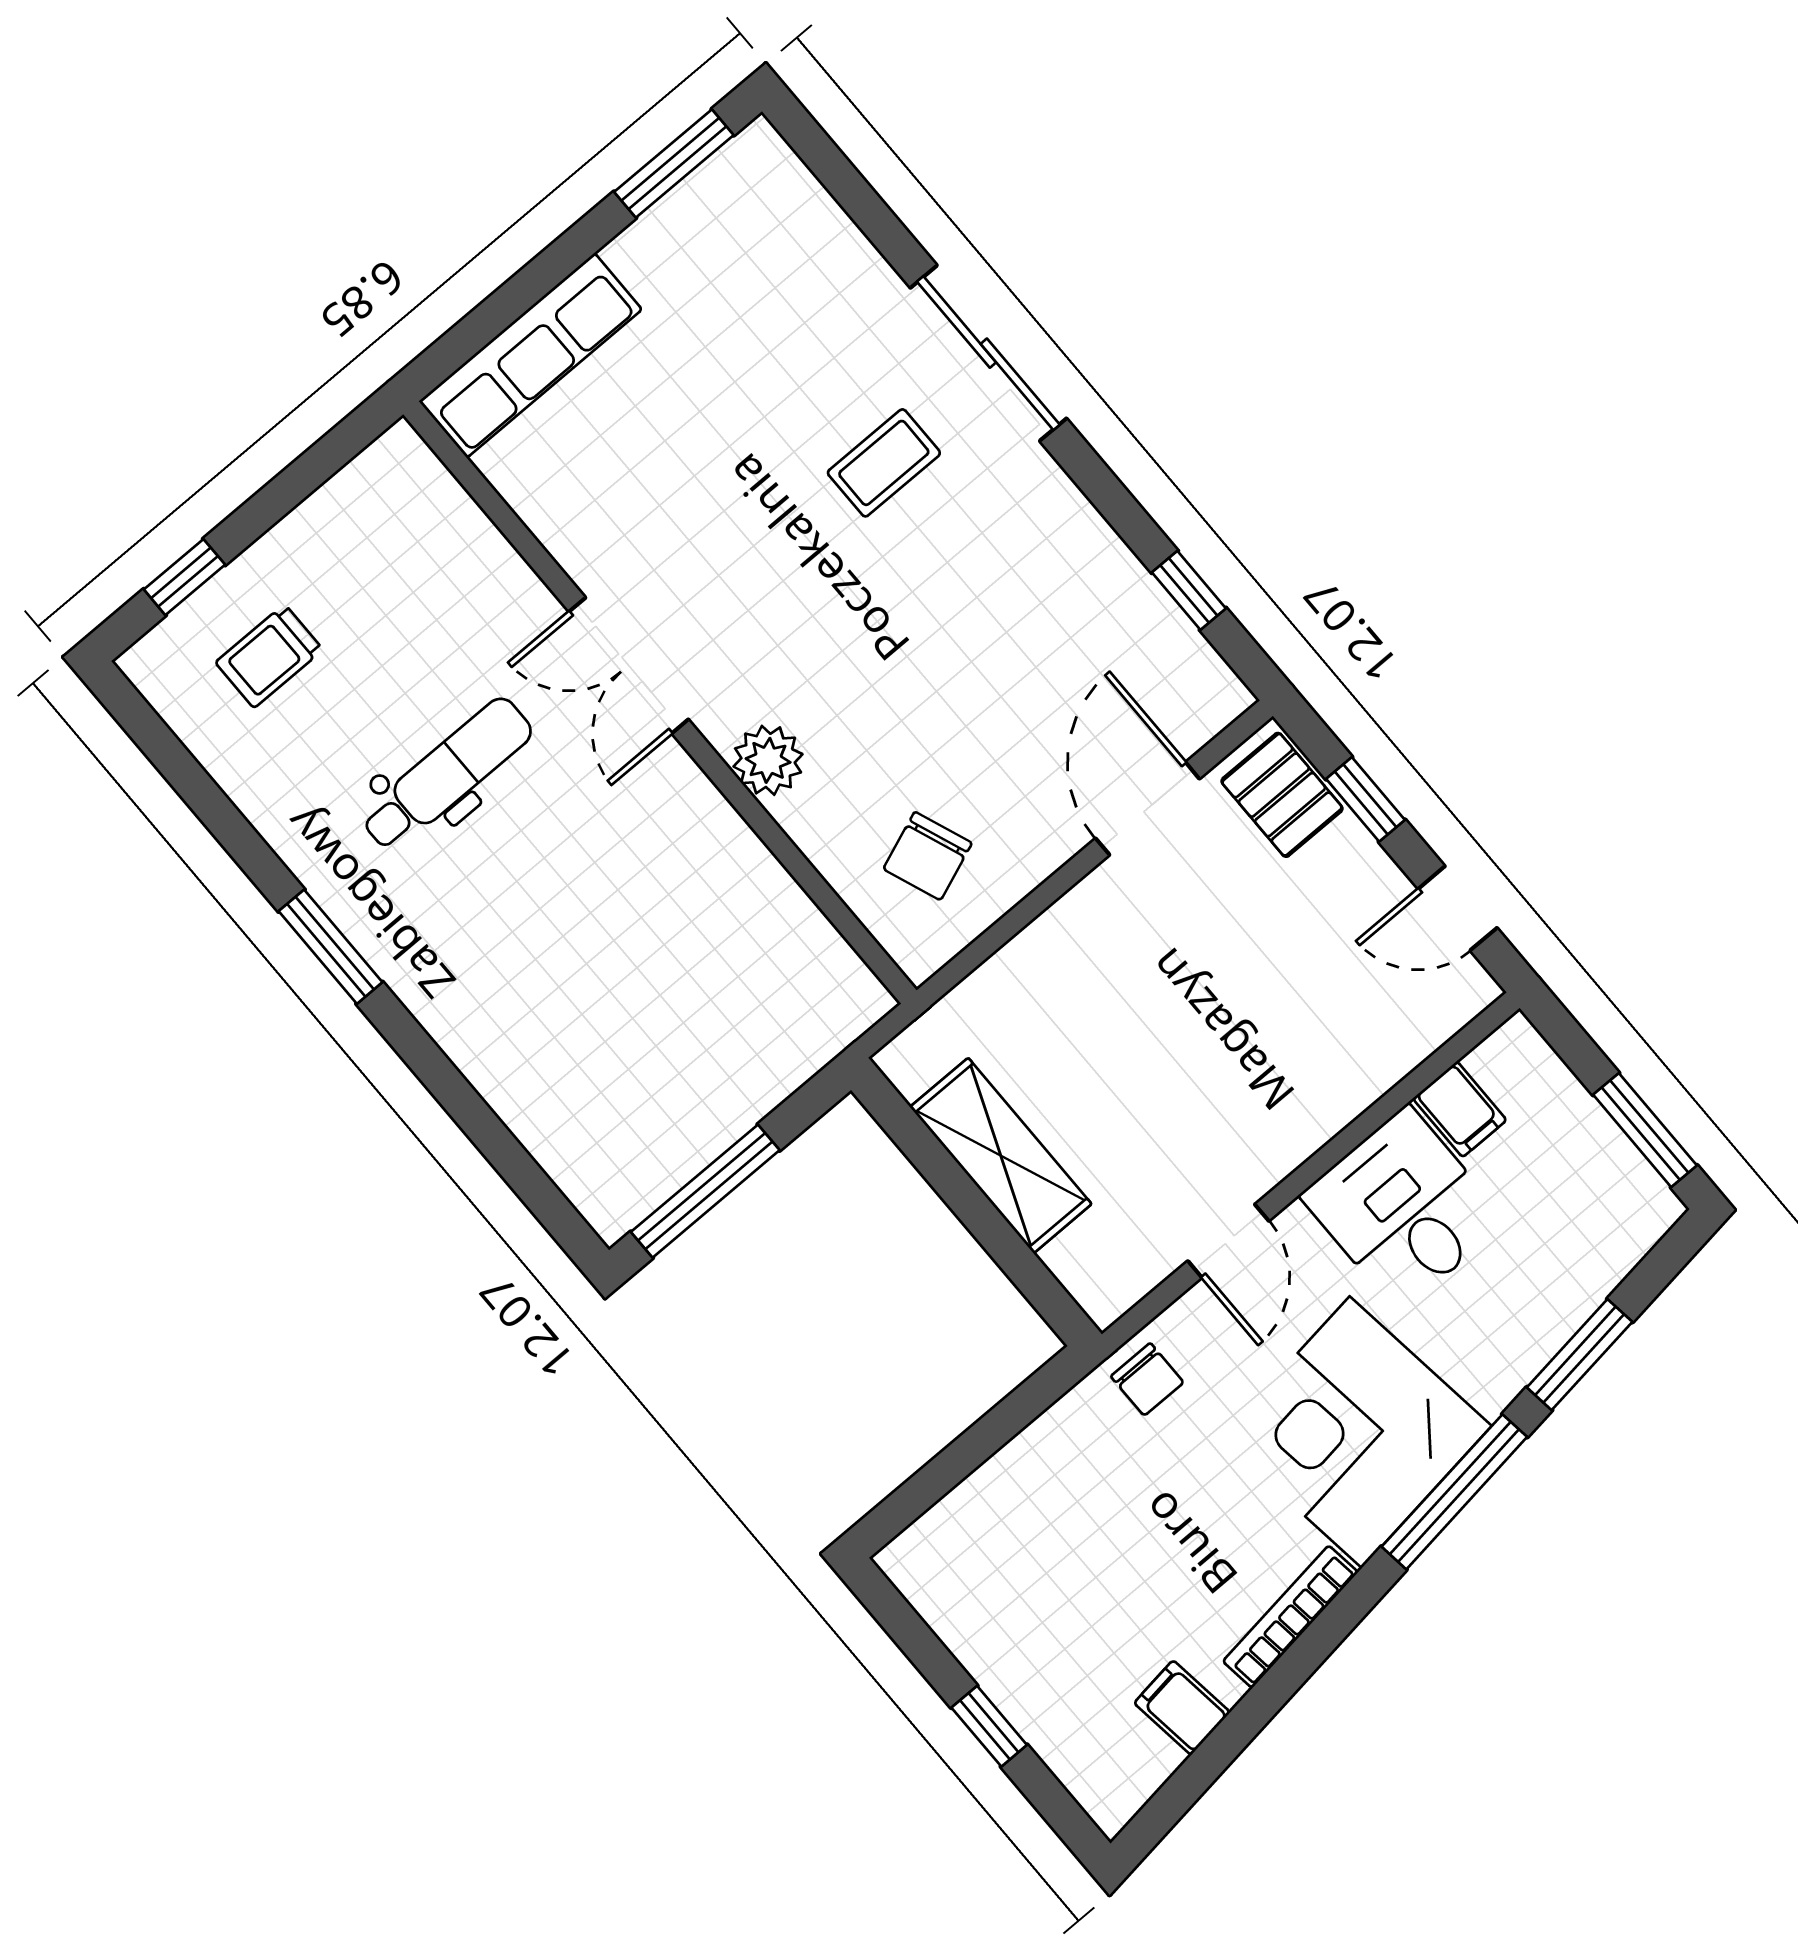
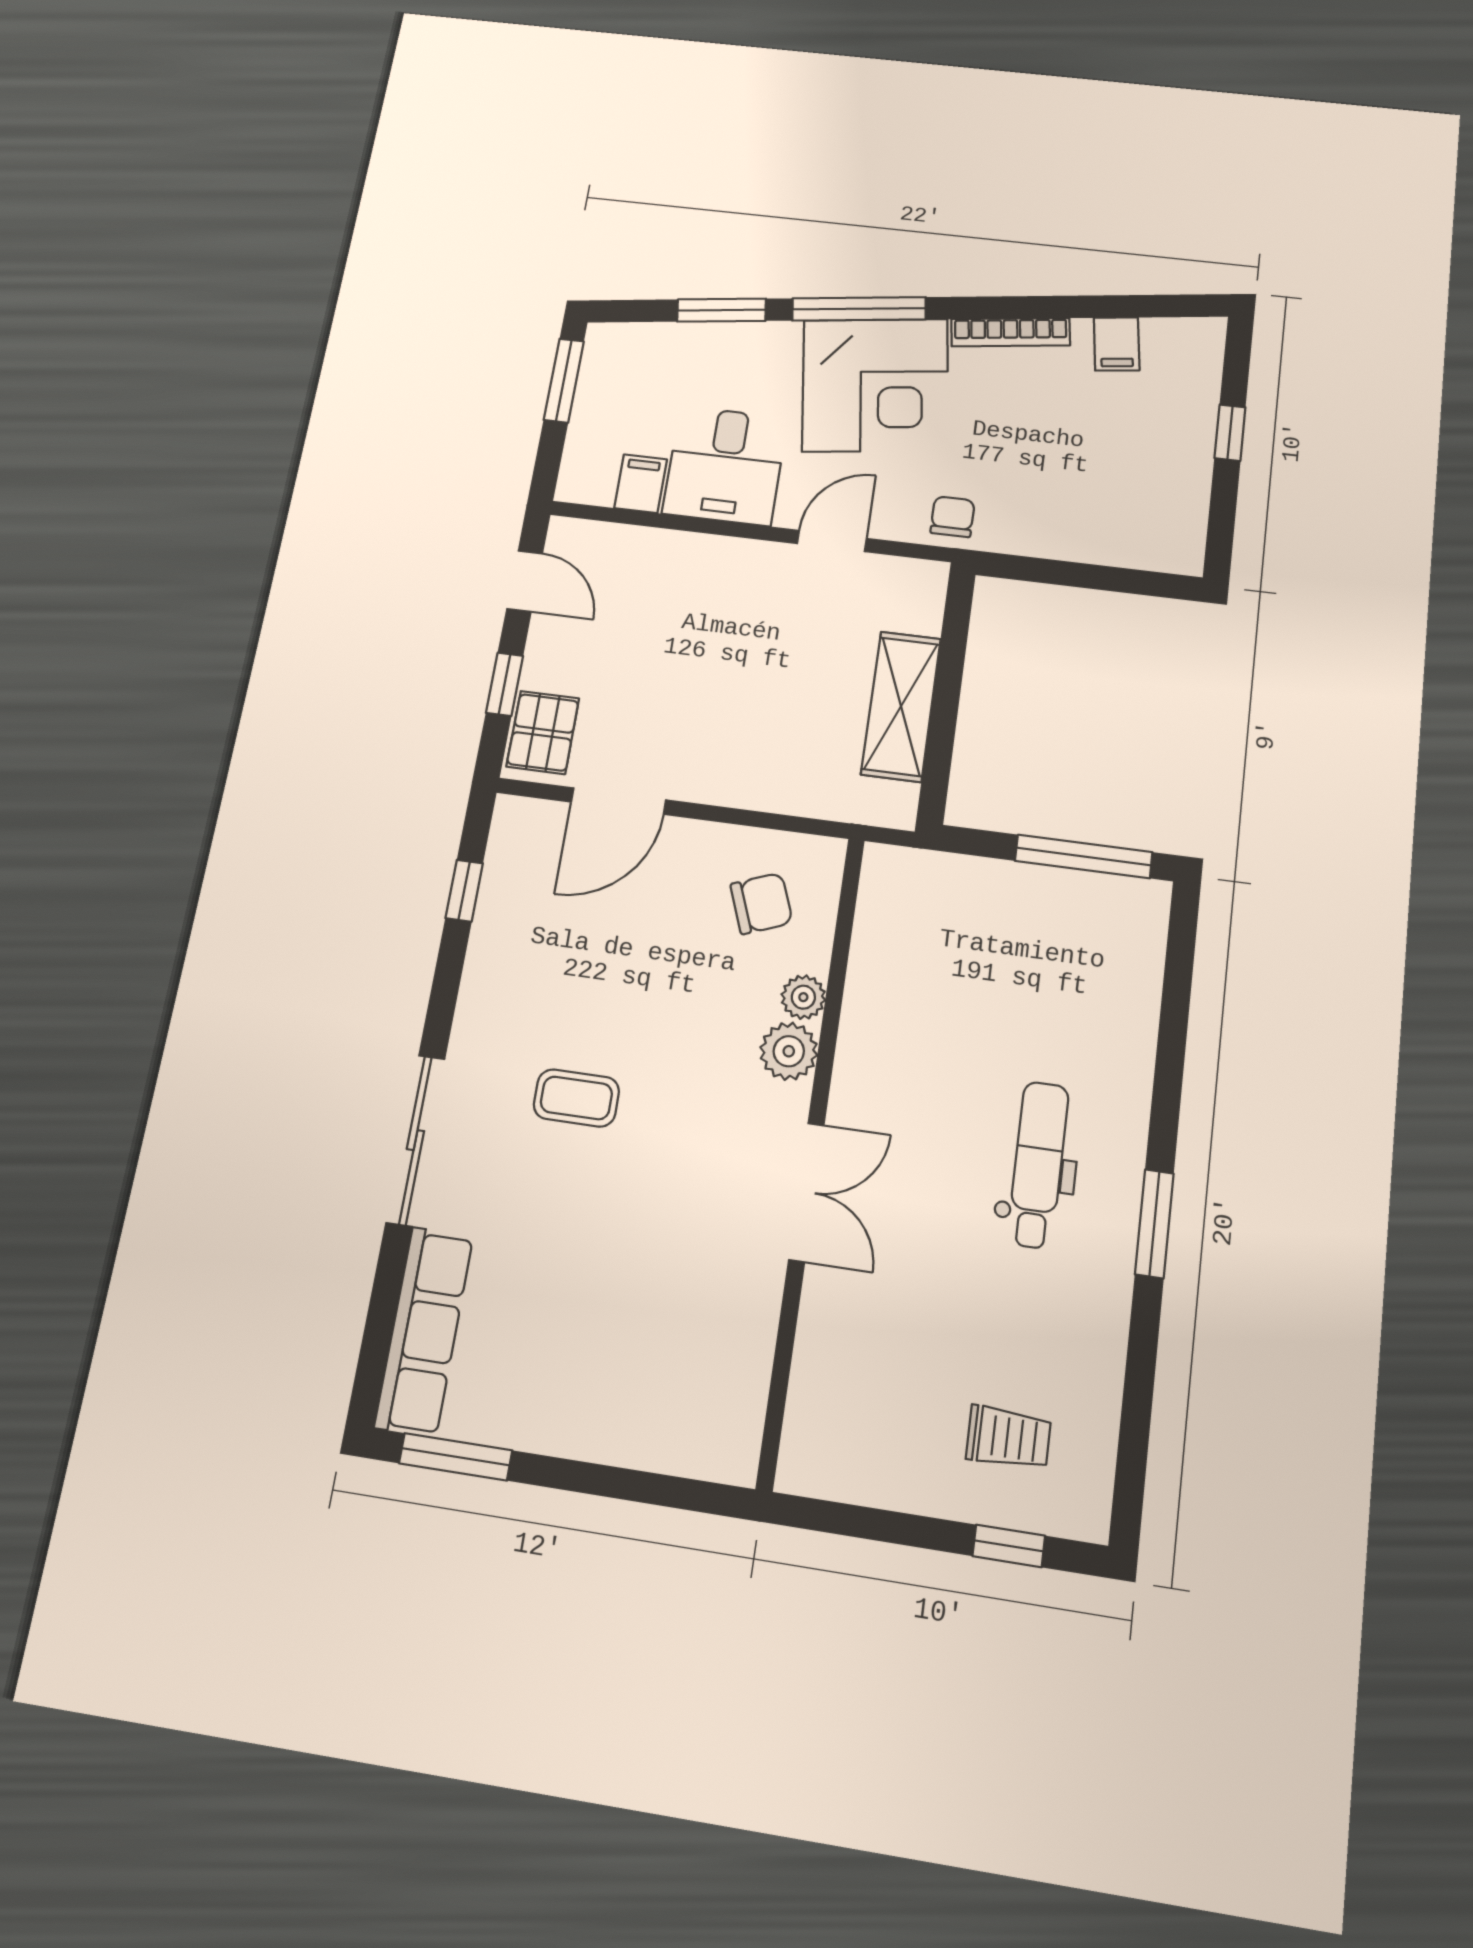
row of seats: (530, 355) -> (424, 1331), moved, turned 90
coffee table: (884, 463) -> (576, 1098), moved
dental chair: (447, 775) -> (1038, 1165), moved, turned 90
plant: (806, 817) -> (803, 997), added

